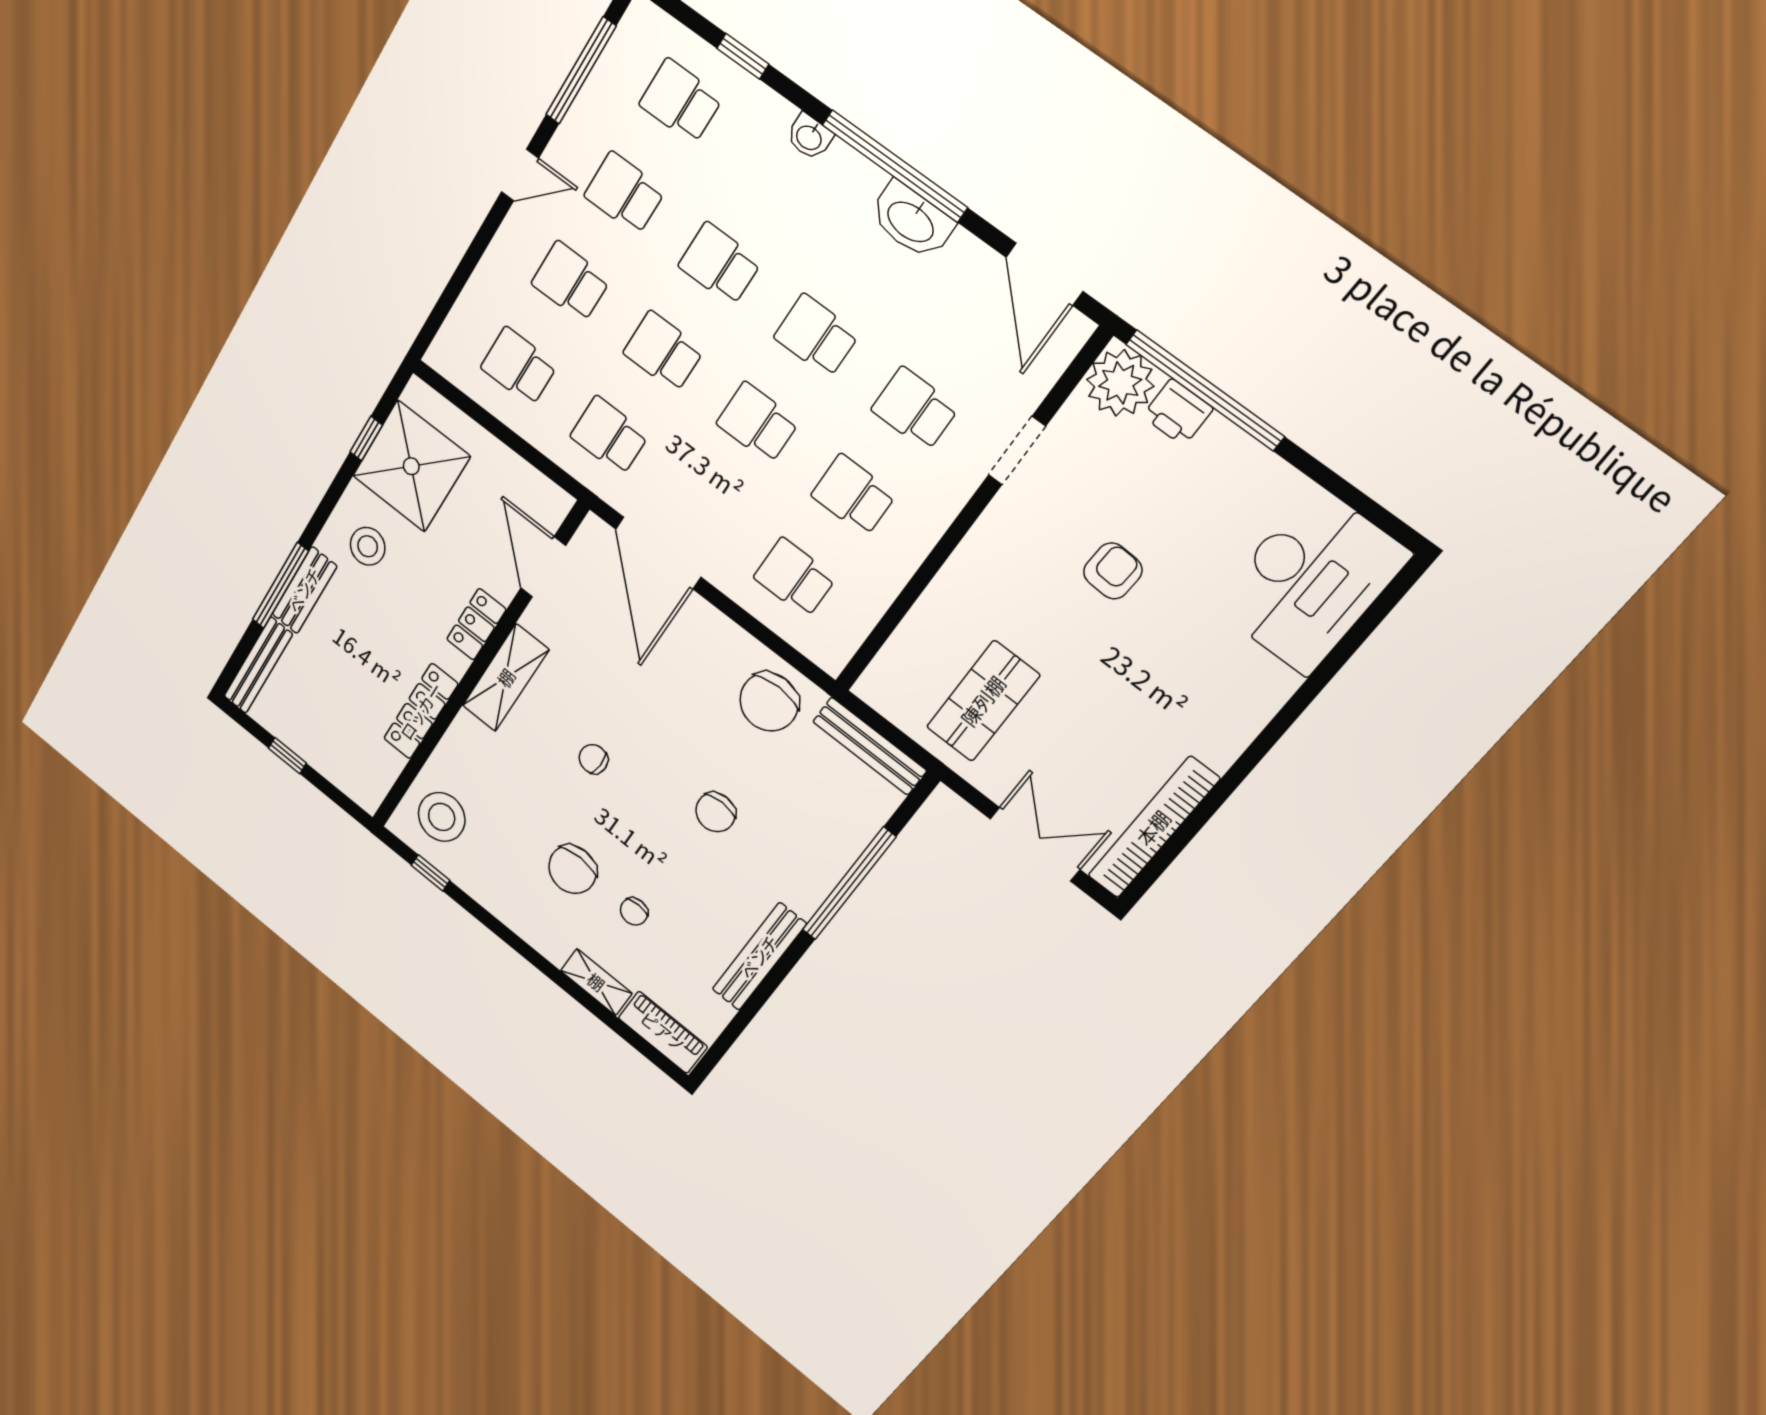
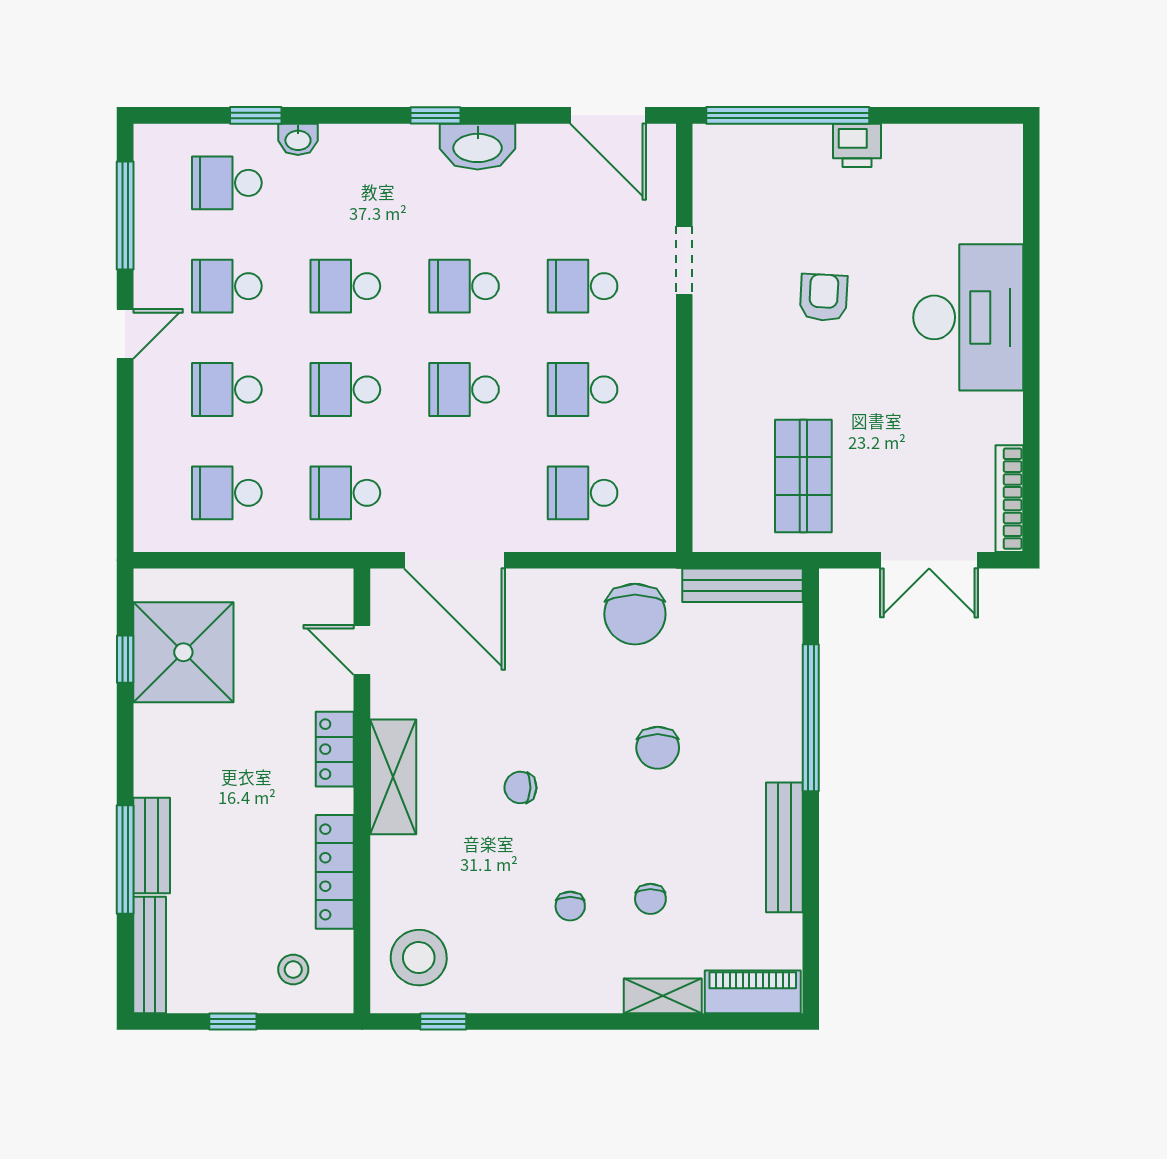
washbasin: (809, 137) -> (298, 139), moved
window: (895, 166) -> (435, 115), width x0.32
plant: (1120, 383) -> (723, 154), removed
printer: (1178, 412) -> (857, 145), moved
stool: (368, 546) -> (293, 970), moved, width x0.73, depth x0.73
door: (543, 567) -> (362, 650), width x0.73
desk: (1310, 581) -> (968, 317), moved
bookcase: (1153, 828) -> (1009, 499), width x0.68, depth x0.76
double door: (1035, 844) -> (929, 560), swing flipped
chair: (573, 869) -> (570, 906), width x0.54, depth x0.54

